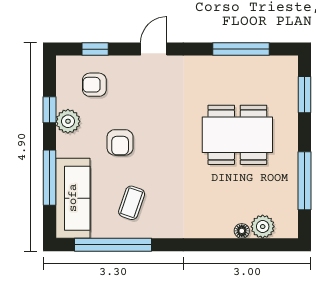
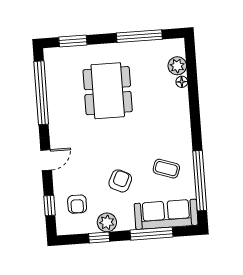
door: (154, 49) -> (46, 160), swing flipped
window: (241, 49) -> (41, 93), width x1.46
armchair: (120, 142) -> (120, 181), turned -64

